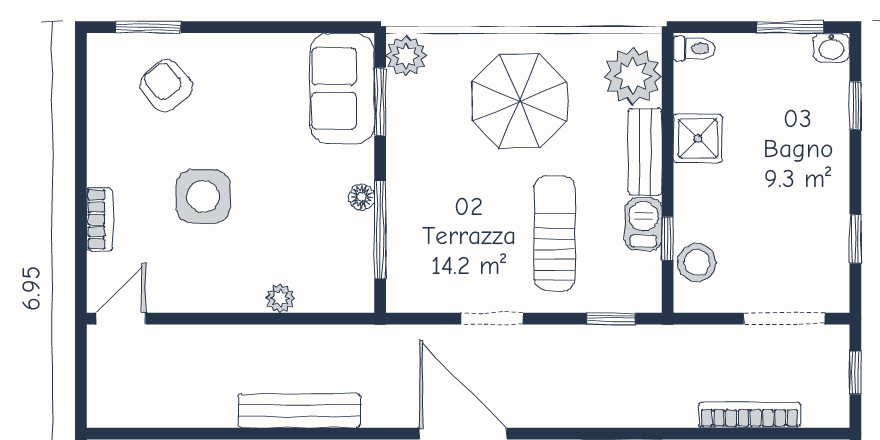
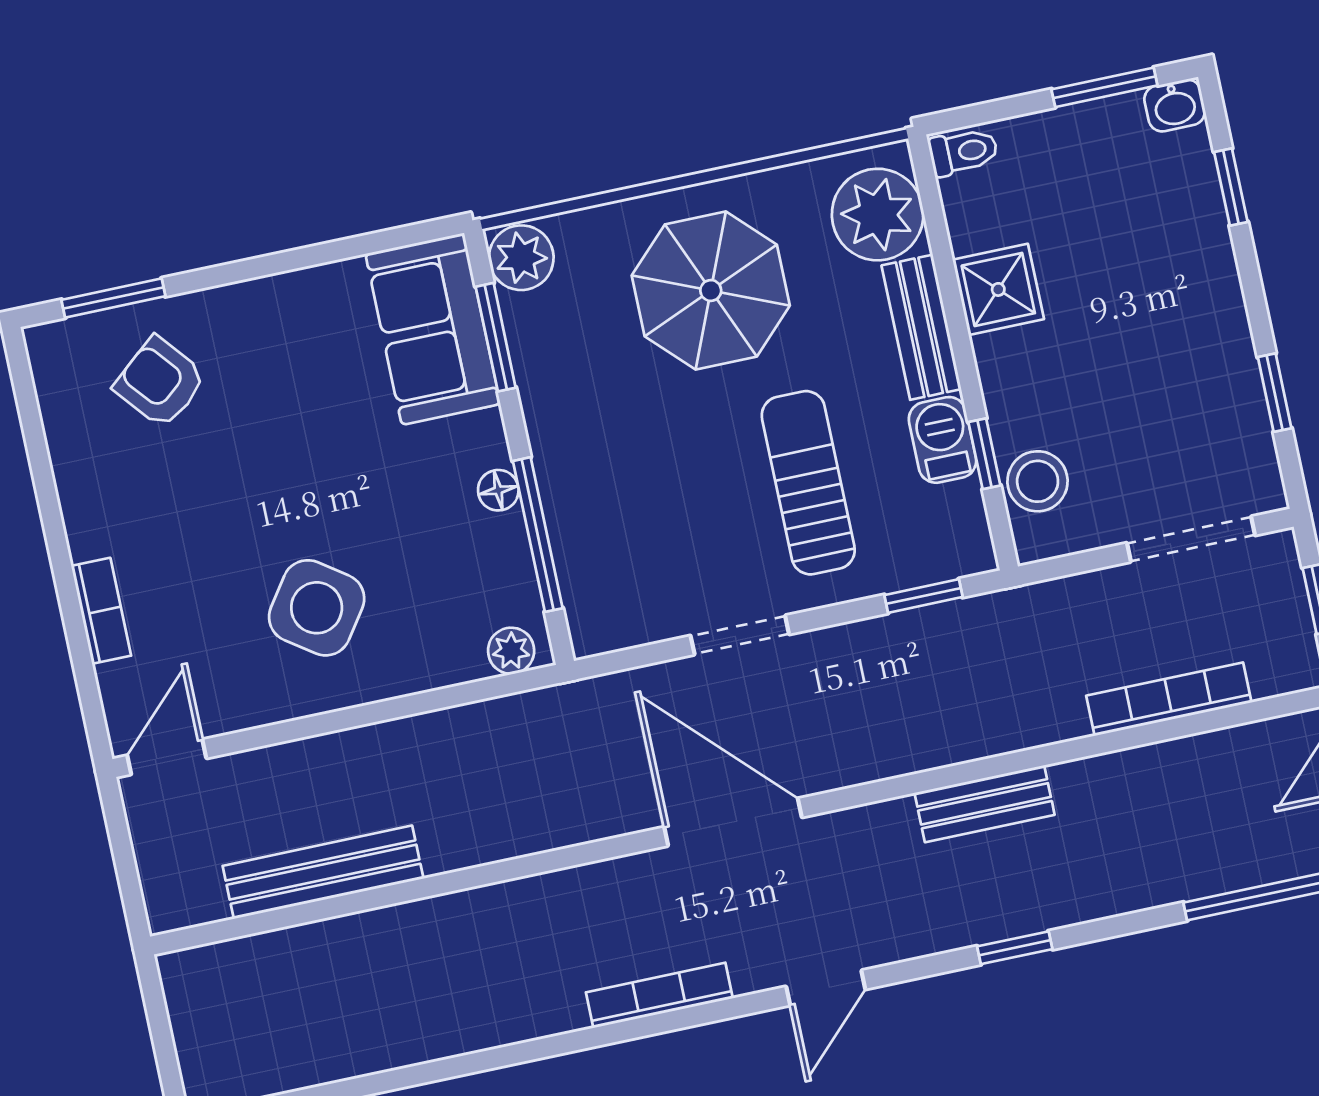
side table: (203, 196) -> (317, 608), moved, turned 35
plant: (280, 298) -> (511, 651), moved
bench: (299, 411) -> (323, 872), moved

